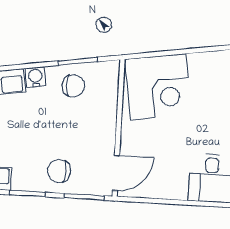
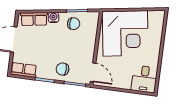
corner desk: (158, 87) -> (125, 33), width x1.36, depth x1.36
door: (116, 173) -> (93, 72), hinge flipped

